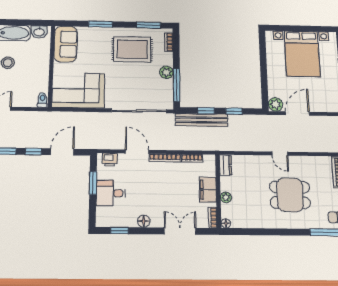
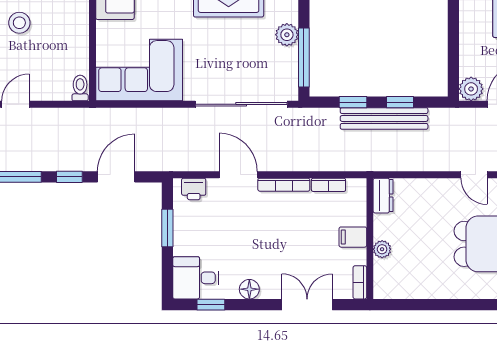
bench: (201, 120) -> (384, 118), moved
filing cabinet: (208, 190) -> (353, 237), width x0.50
desk: (111, 193) -> (196, 278), moved
floor lamp: (226, 223) -> (381, 292), removed

